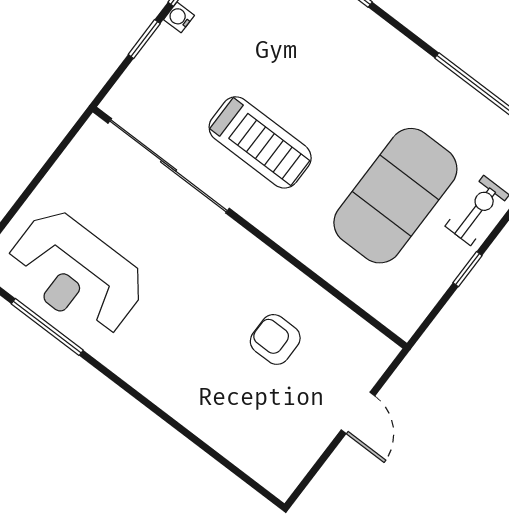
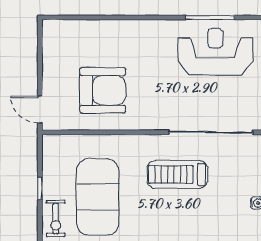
armchair: (275, 339) -> (103, 90), width x1.88, depth x1.88
door: (358, 413) -> (40, 109), moved

